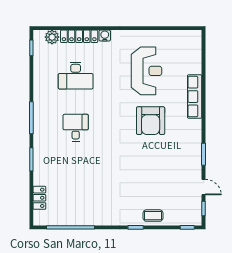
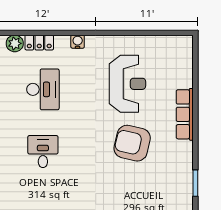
locker: (79, 36) -> (39, 43), width x0.66
desk: (76, 76) -> (43, 89), turned -90
armchair: (151, 121) -> (132, 143), turned 103

